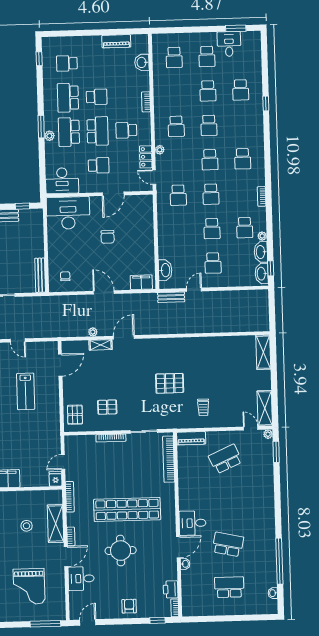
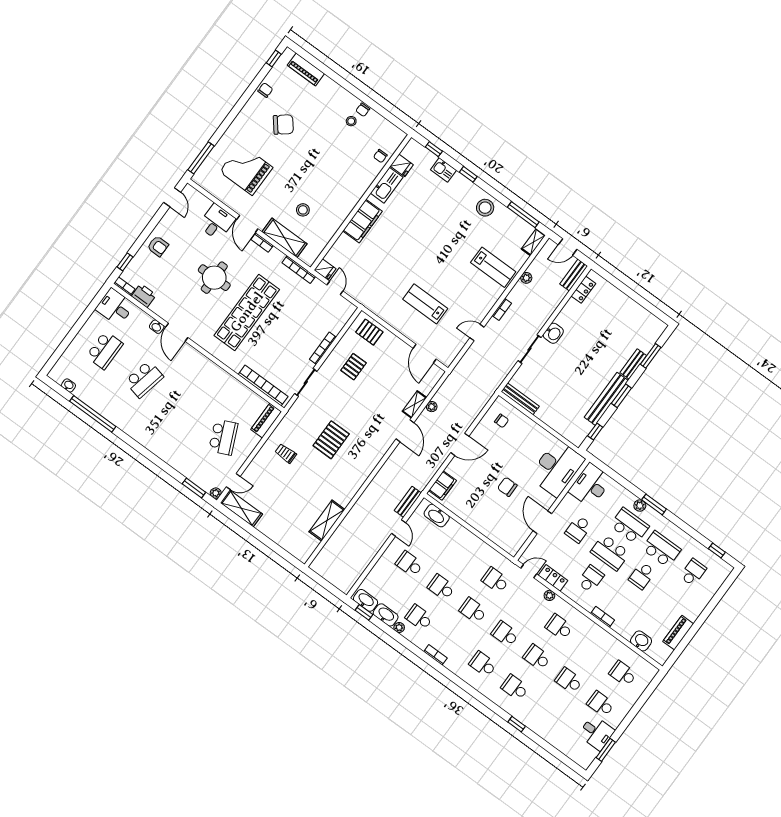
school desk: (241, 90) -> (515, 688), moved
shelving: (263, 352) -> (327, 521), moved, turned 90
desk: (193, 523) -> (115, 307), moved, turned -90

